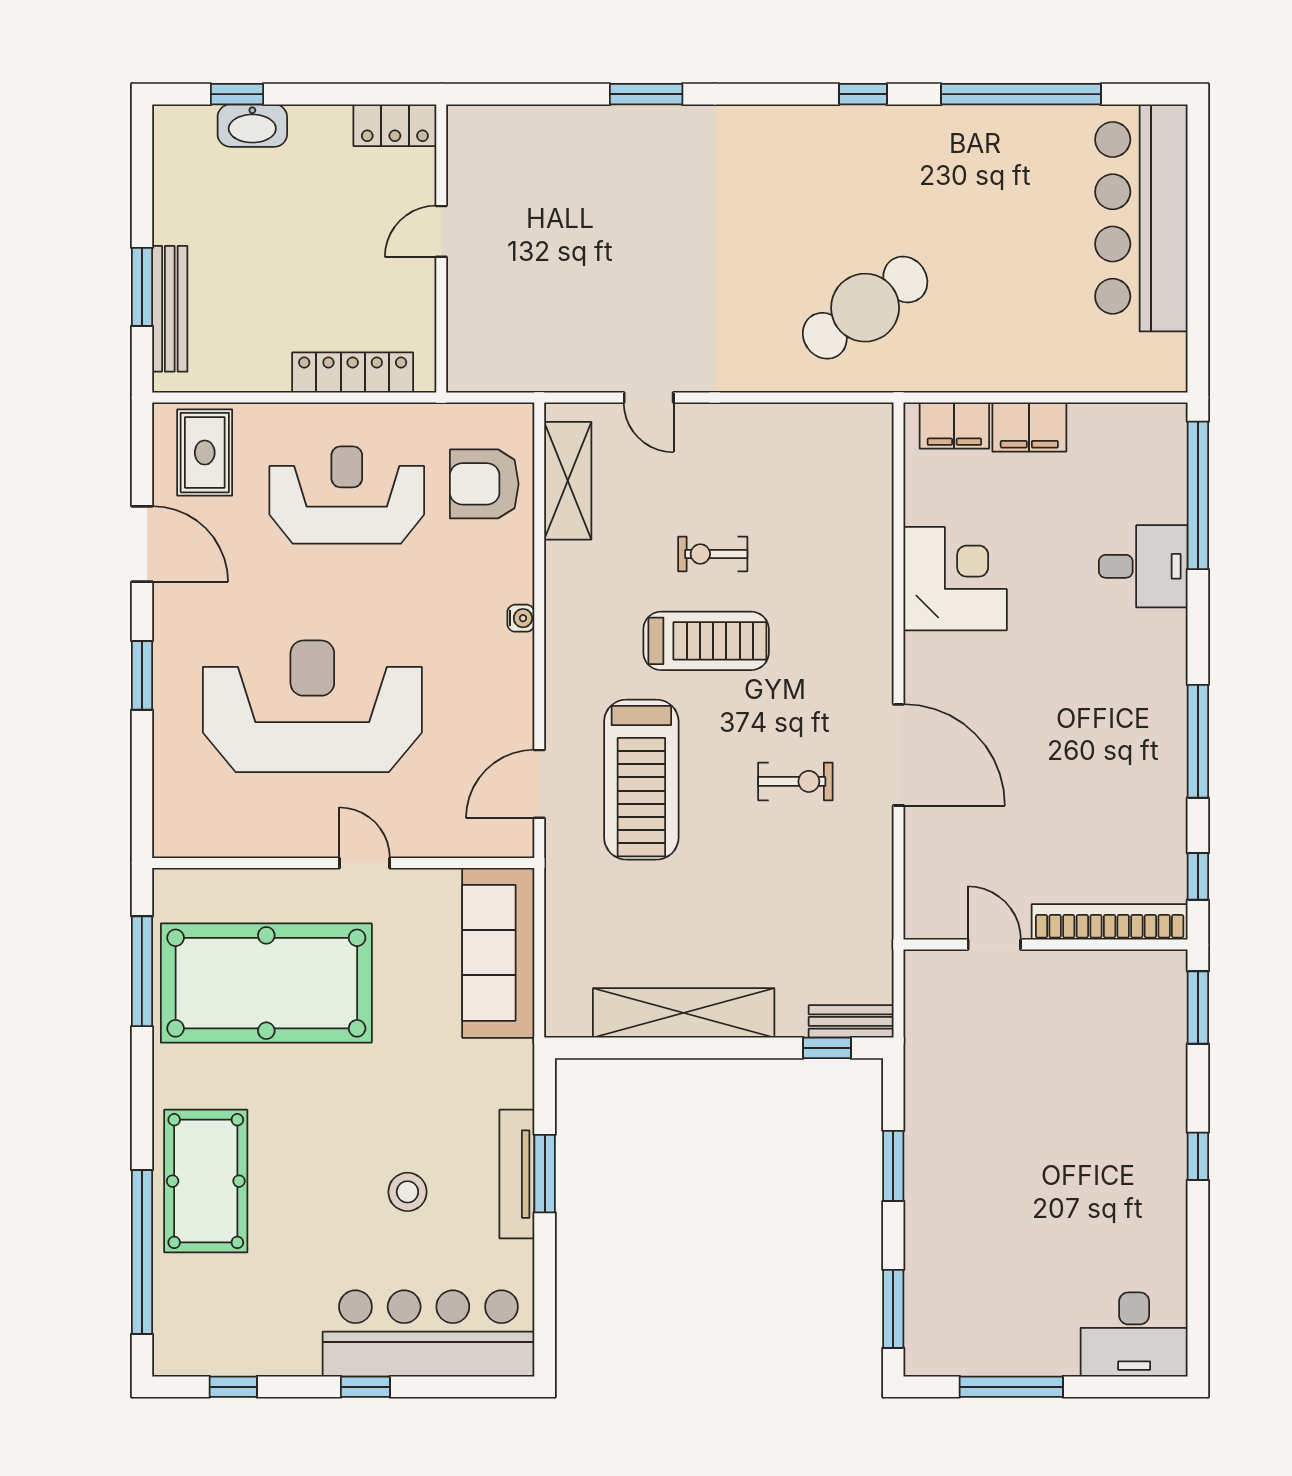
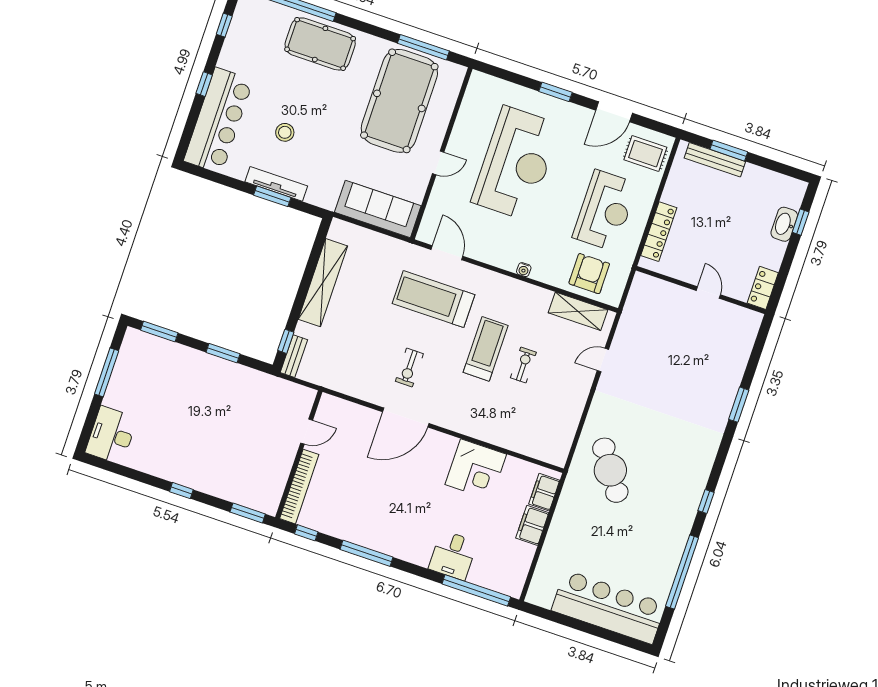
treadmill: (706, 641) -> (486, 349), turned 180

